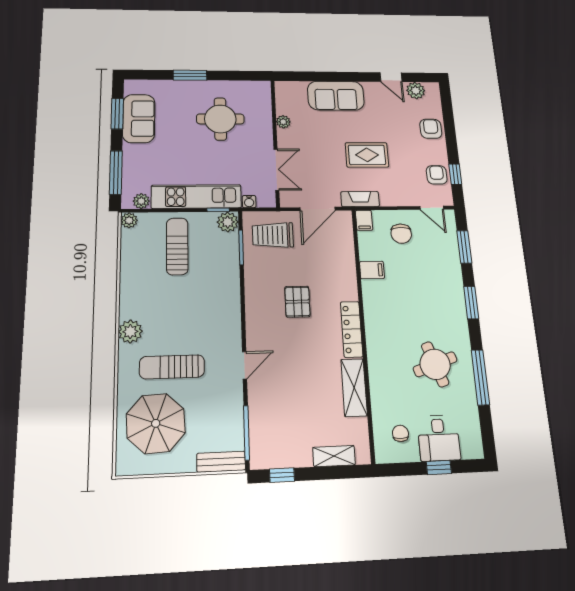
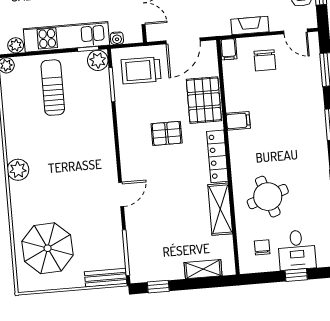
fireplace: (360, 199) -> (250, 25), moved
pallet: (338, 269) -> (204, 100), added
filing cabinet: (372, 270) -> (238, 121), moved
pallet: (297, 302) -> (167, 133), turned 90
round table: (435, 364) -> (268, 197), moved
sun lounger: (172, 367) -> (57, 199), removed

